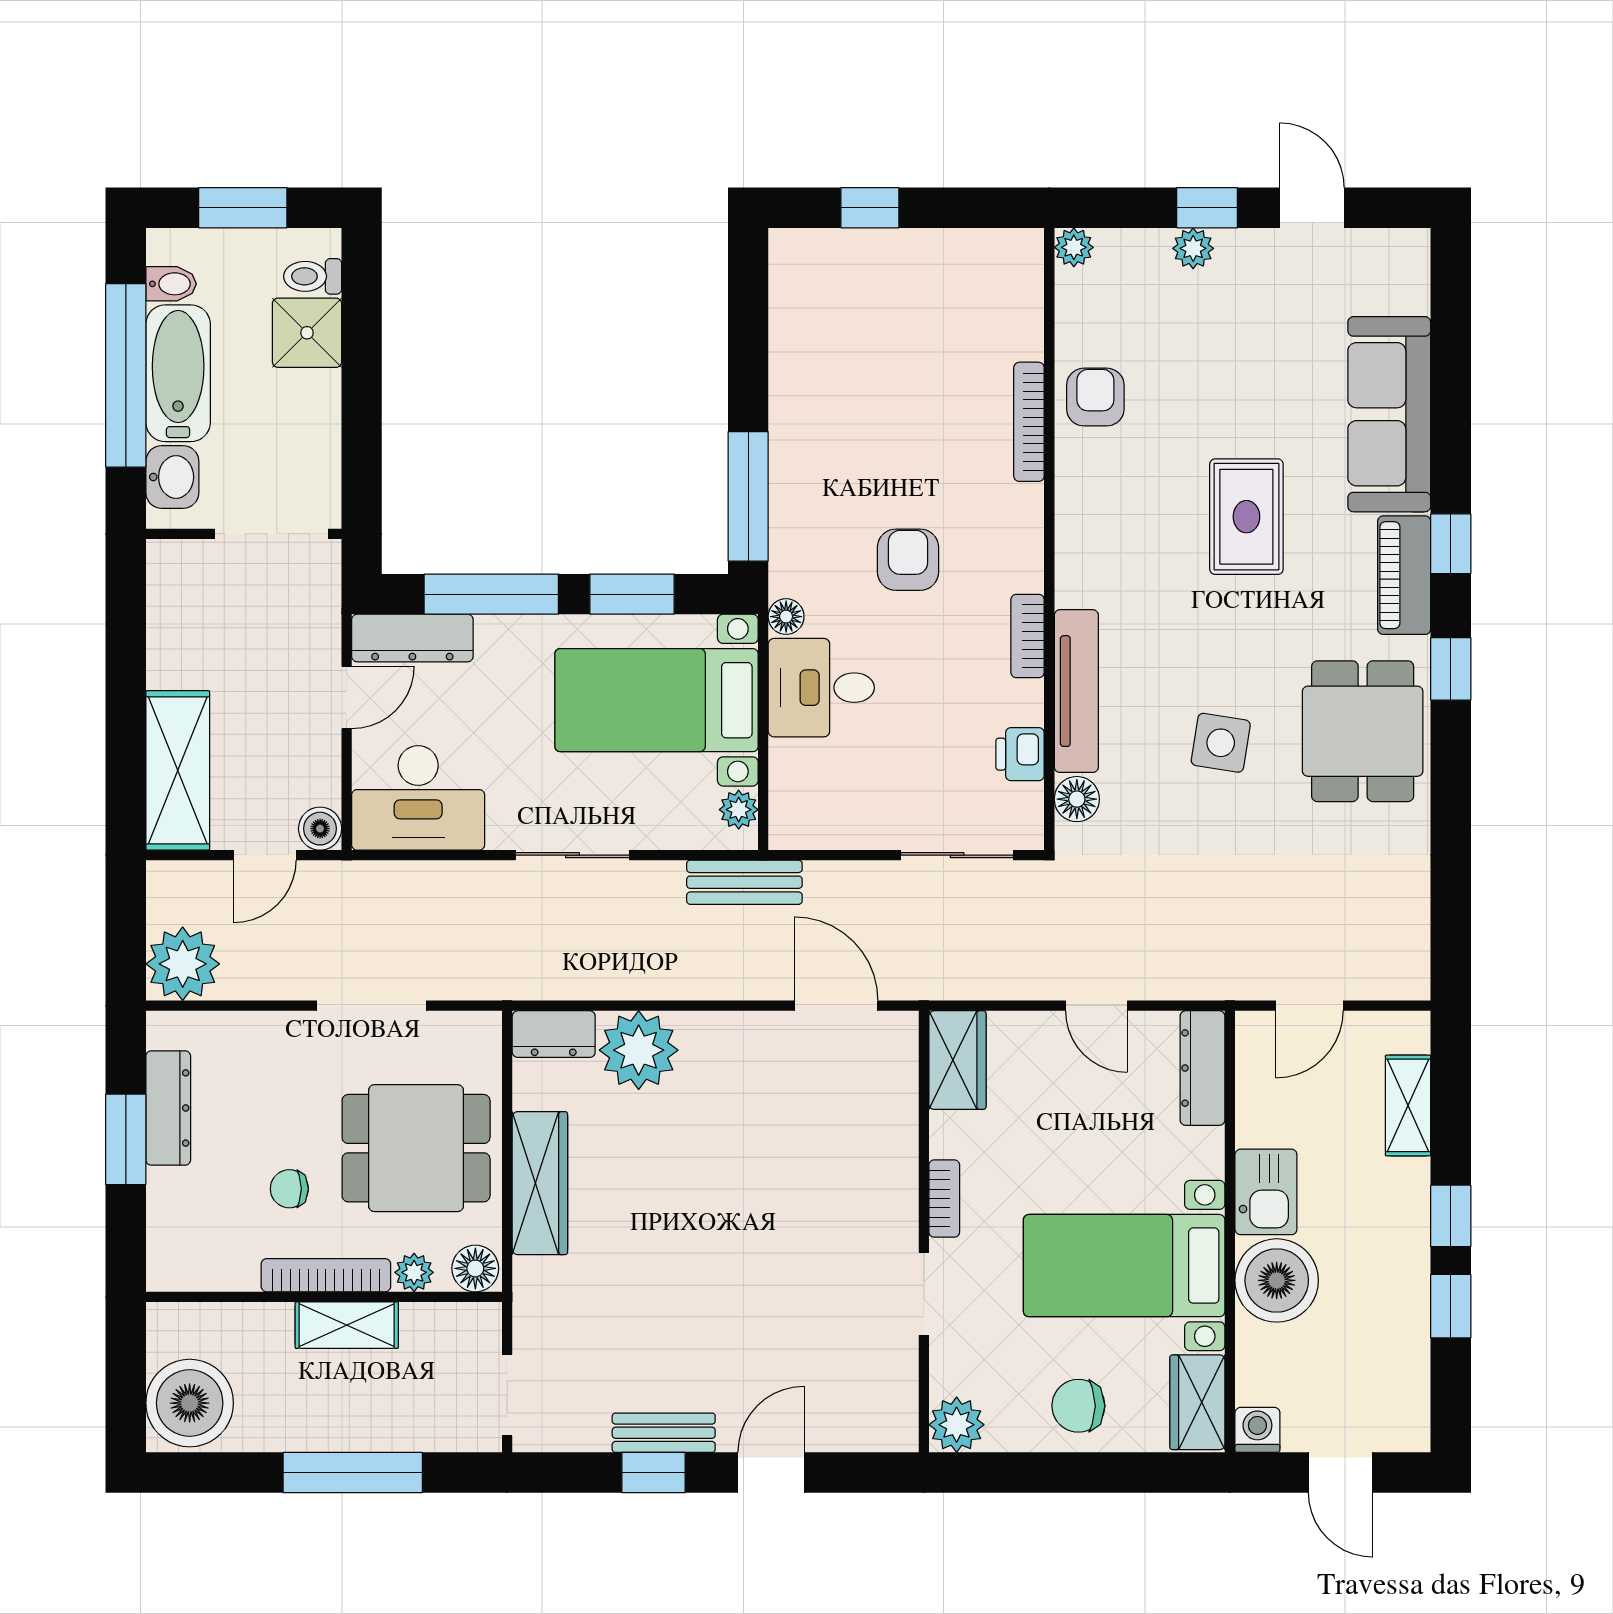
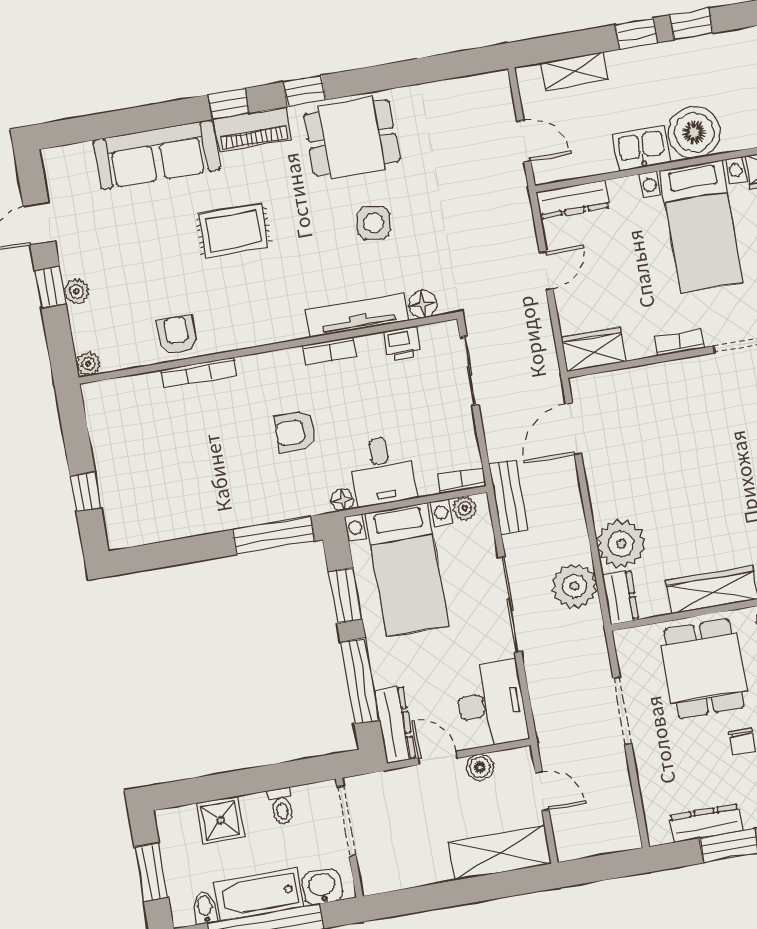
toilet: (313, 276) -> (282, 806), moved
armchair: (1095, 397) -> (177, 335), turned 90
bookcase: (783, 812) -> (461, 481), added
boiler: (320, 829) -> (480, 767), moved
sliding door: (572, 855) -> (510, 604), width x1.37
plant: (183, 964) -> (575, 586), moved

